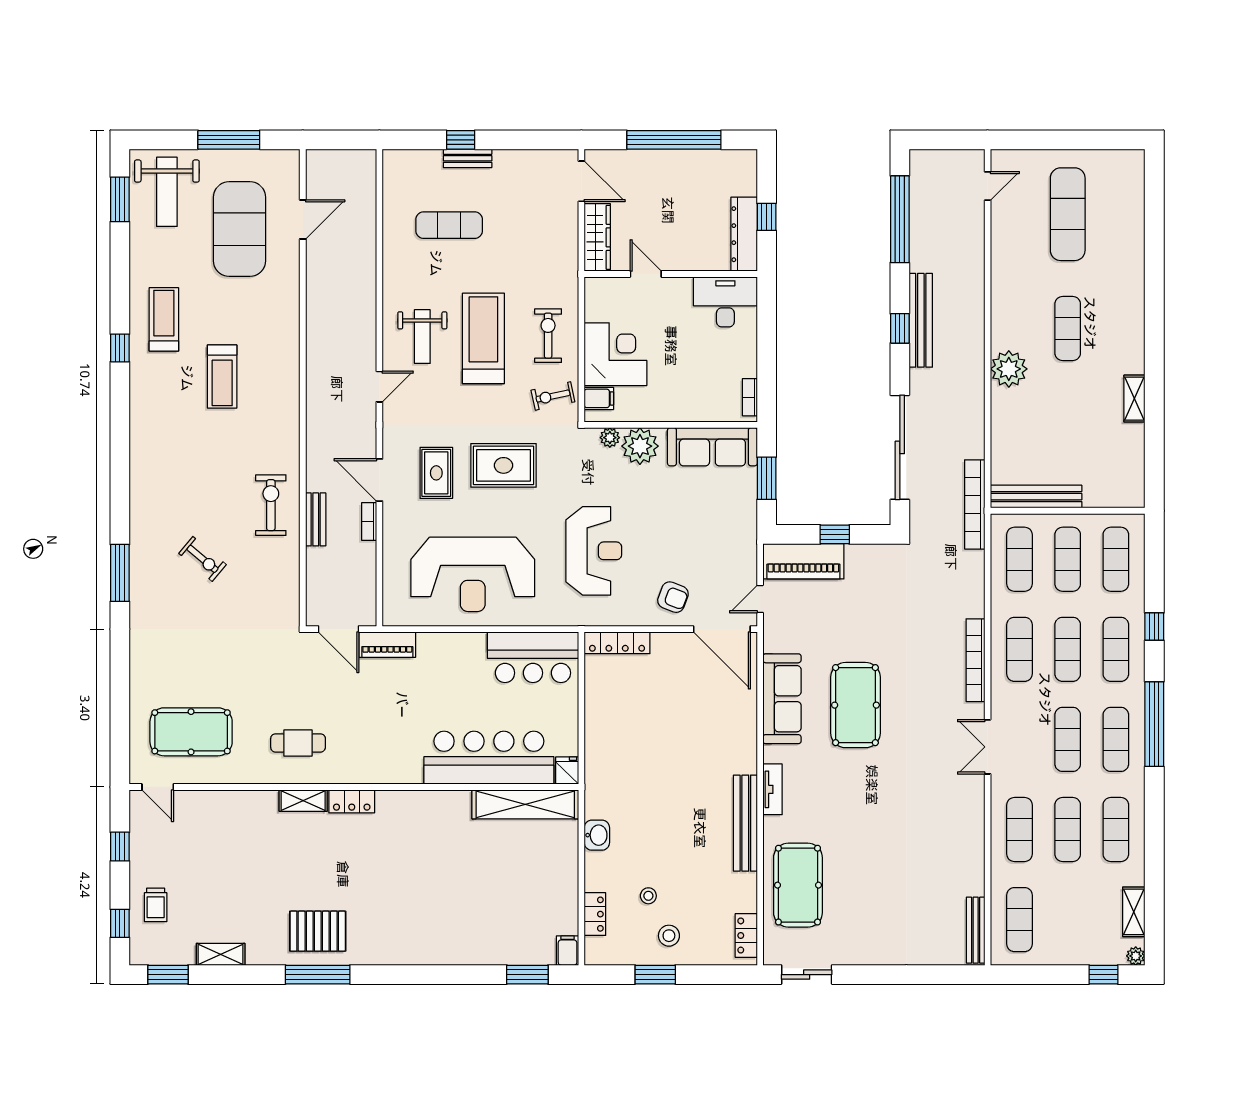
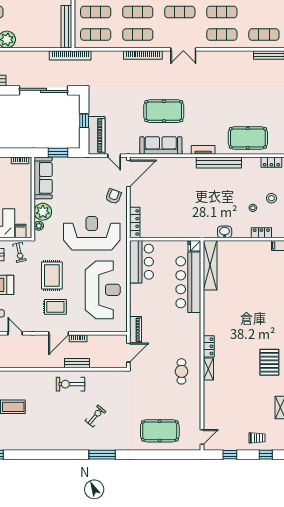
reception desk: (594, 551) -> (92, 233), width x1.36, depth x1.30
pool table: (191, 732) -> (160, 431), moved, turned 90

